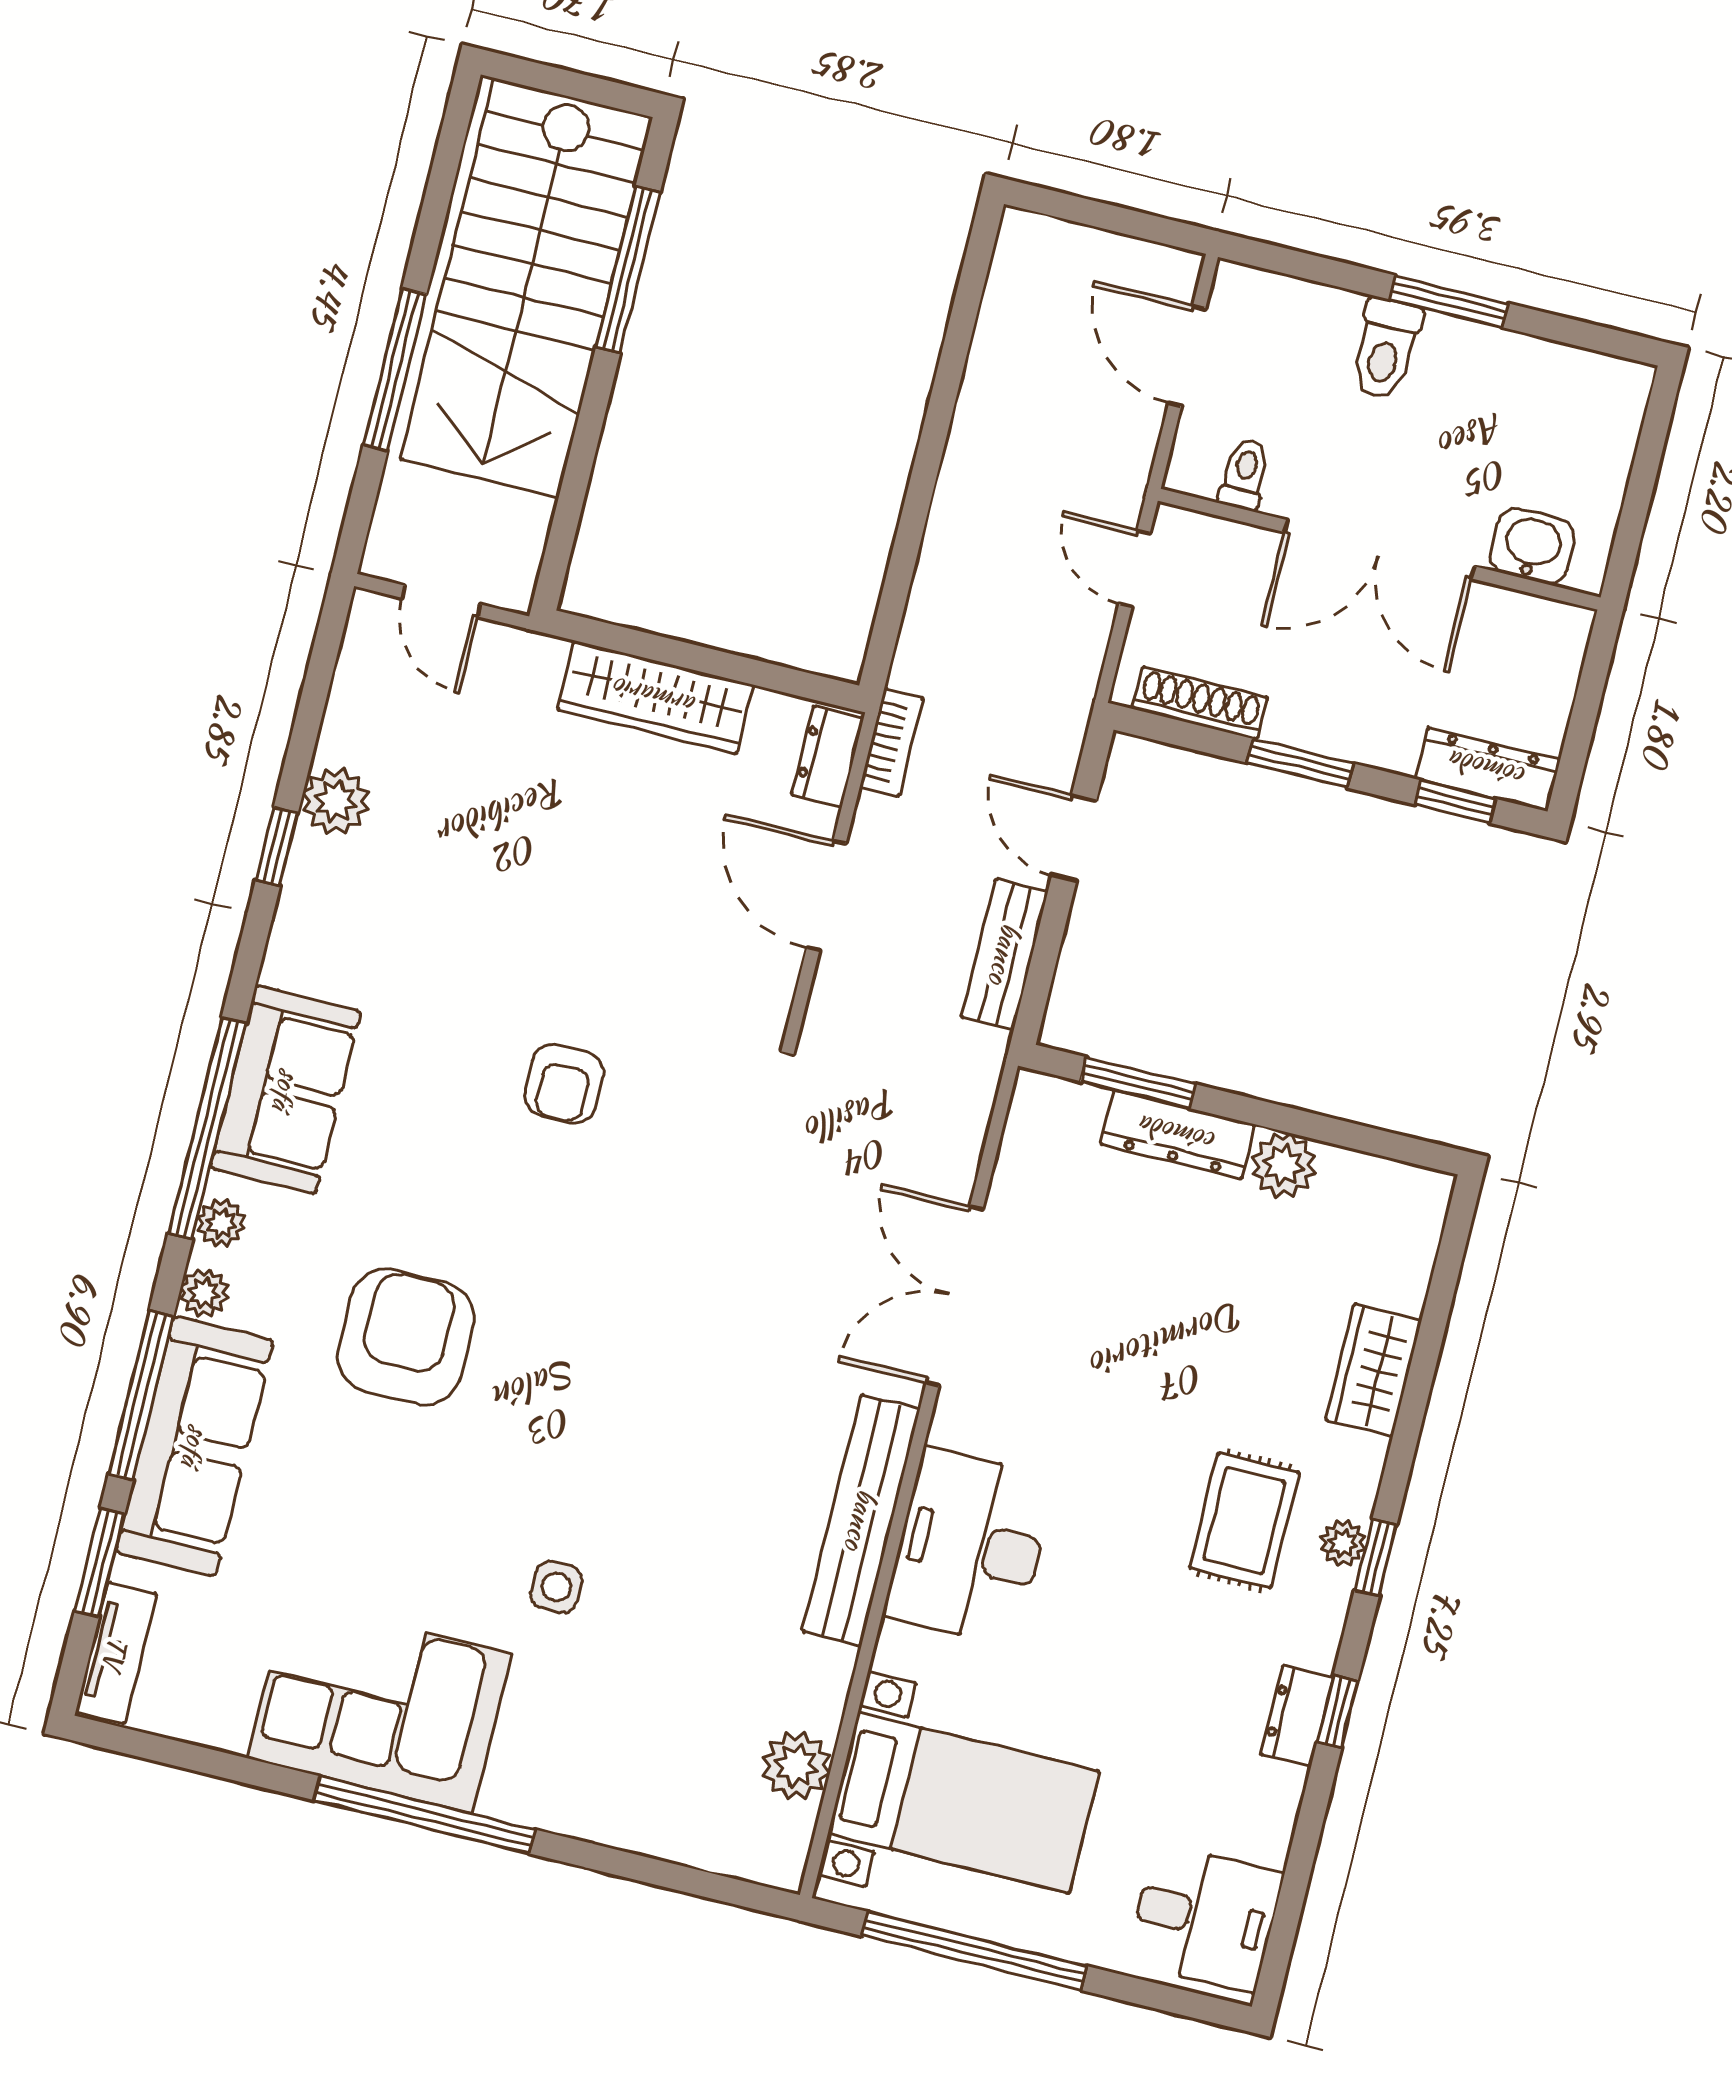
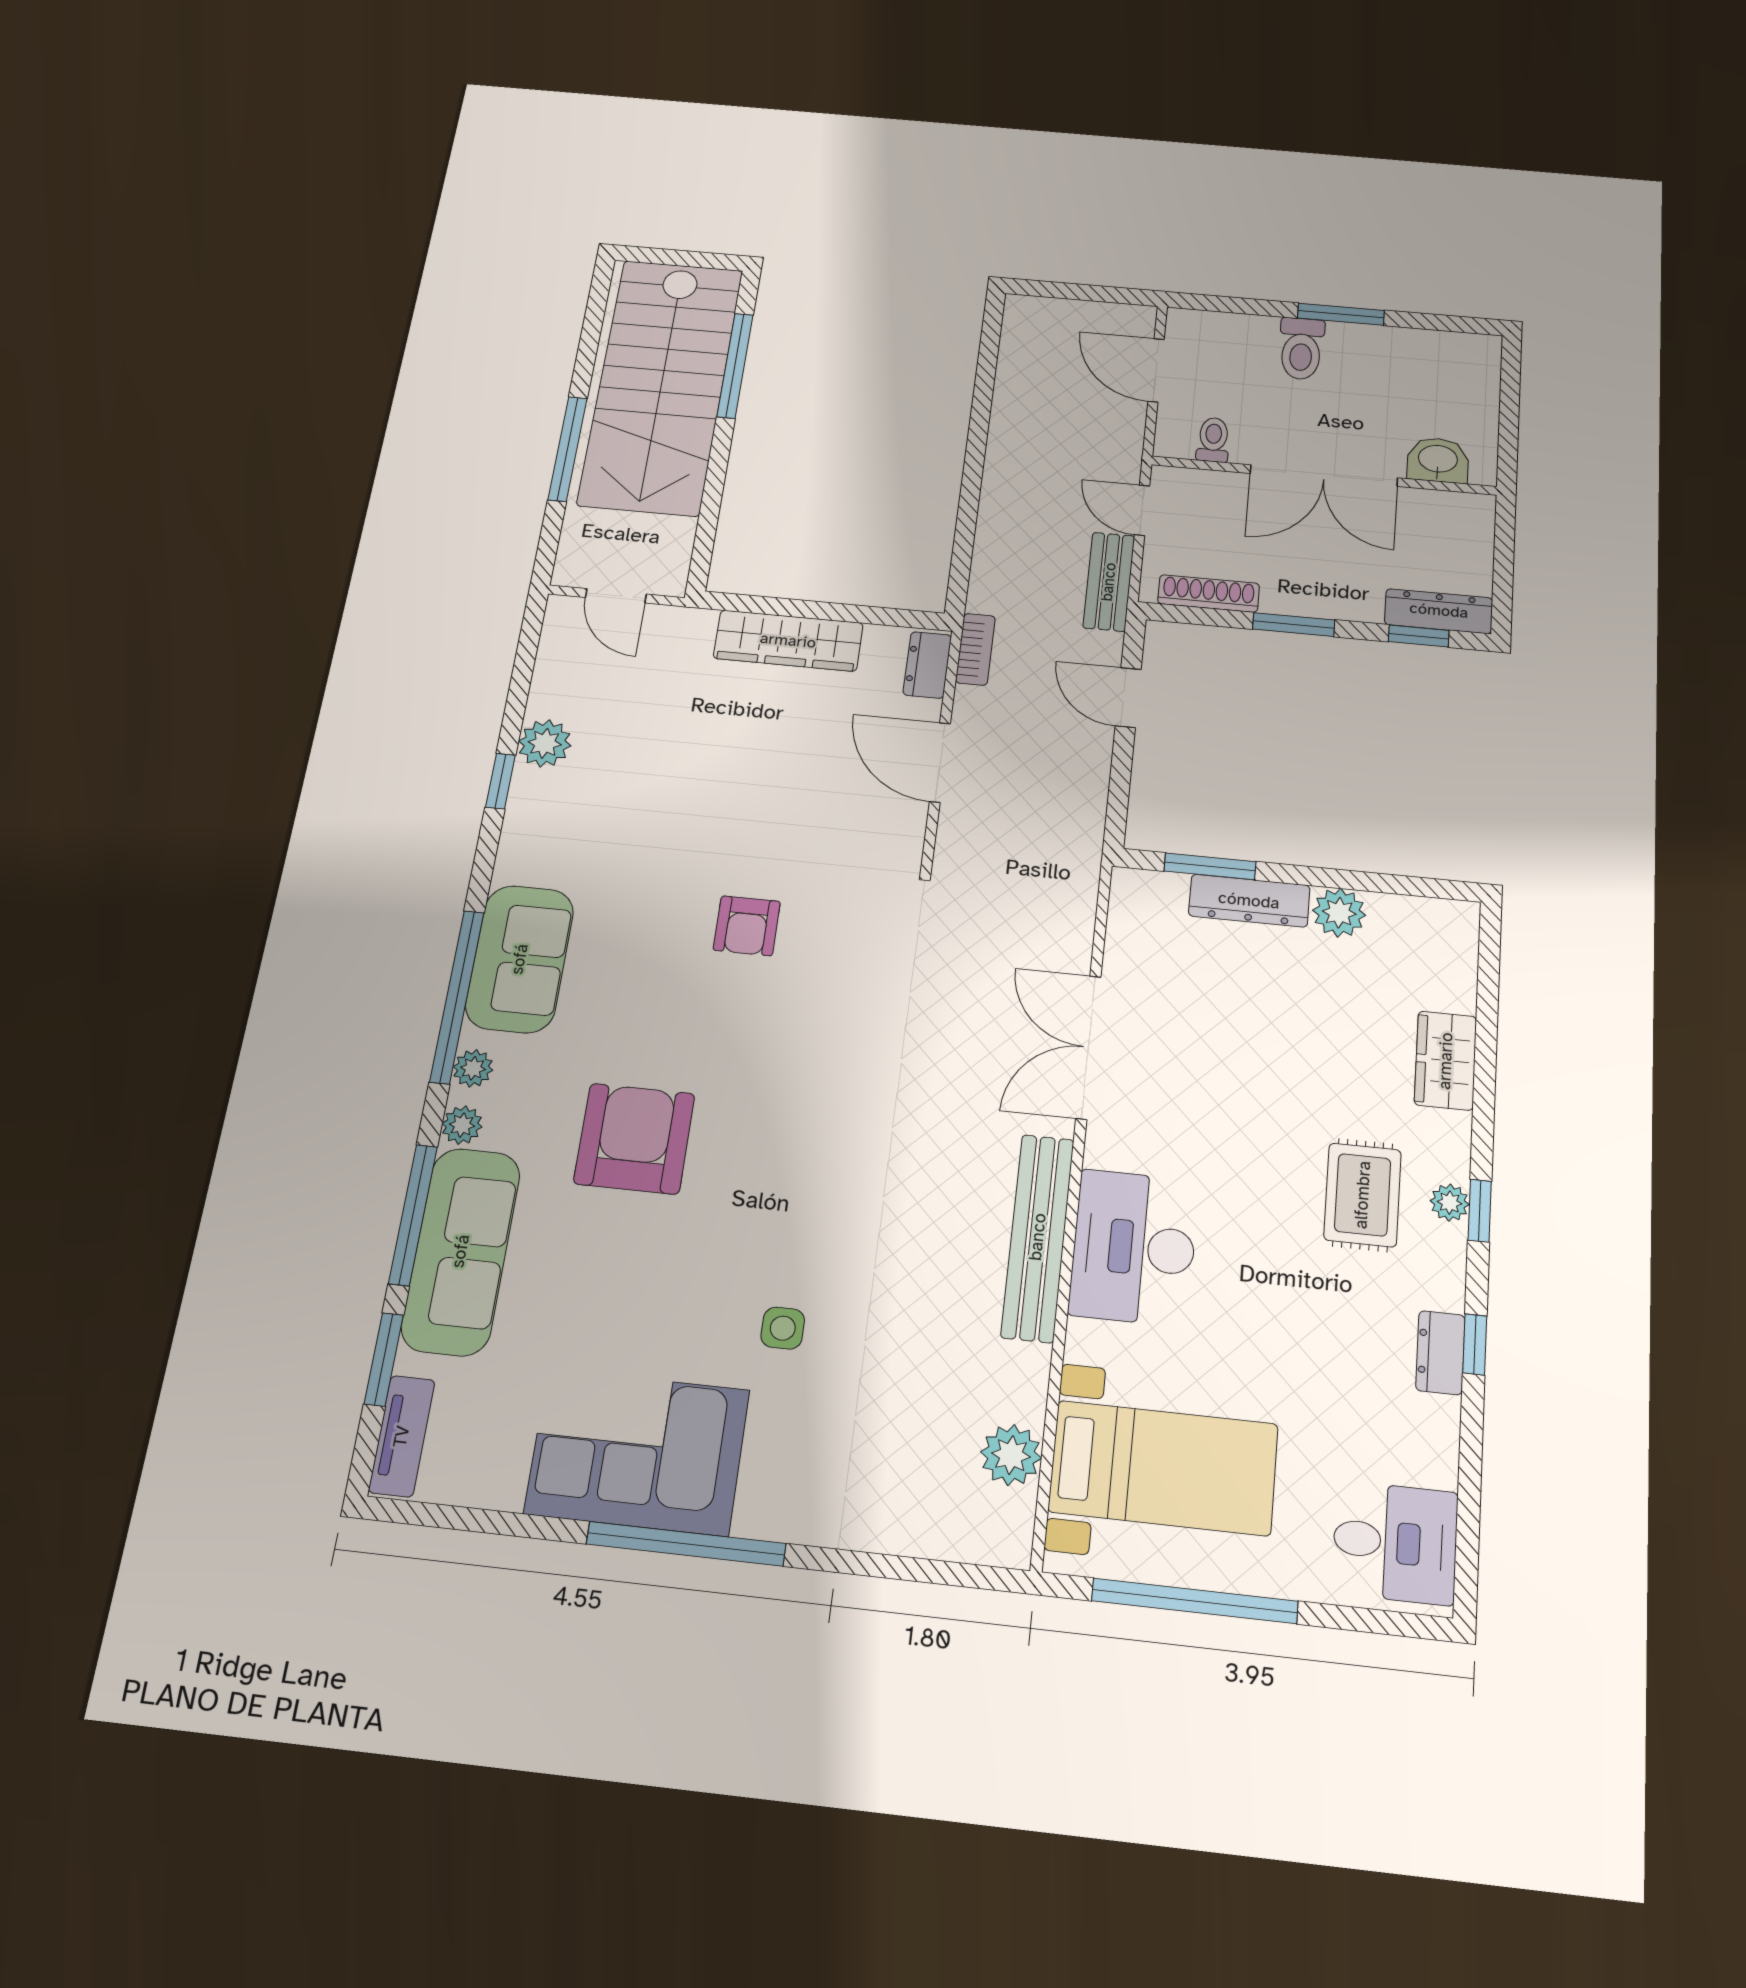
bench: (1005, 954) -> (1109, 582), moved

